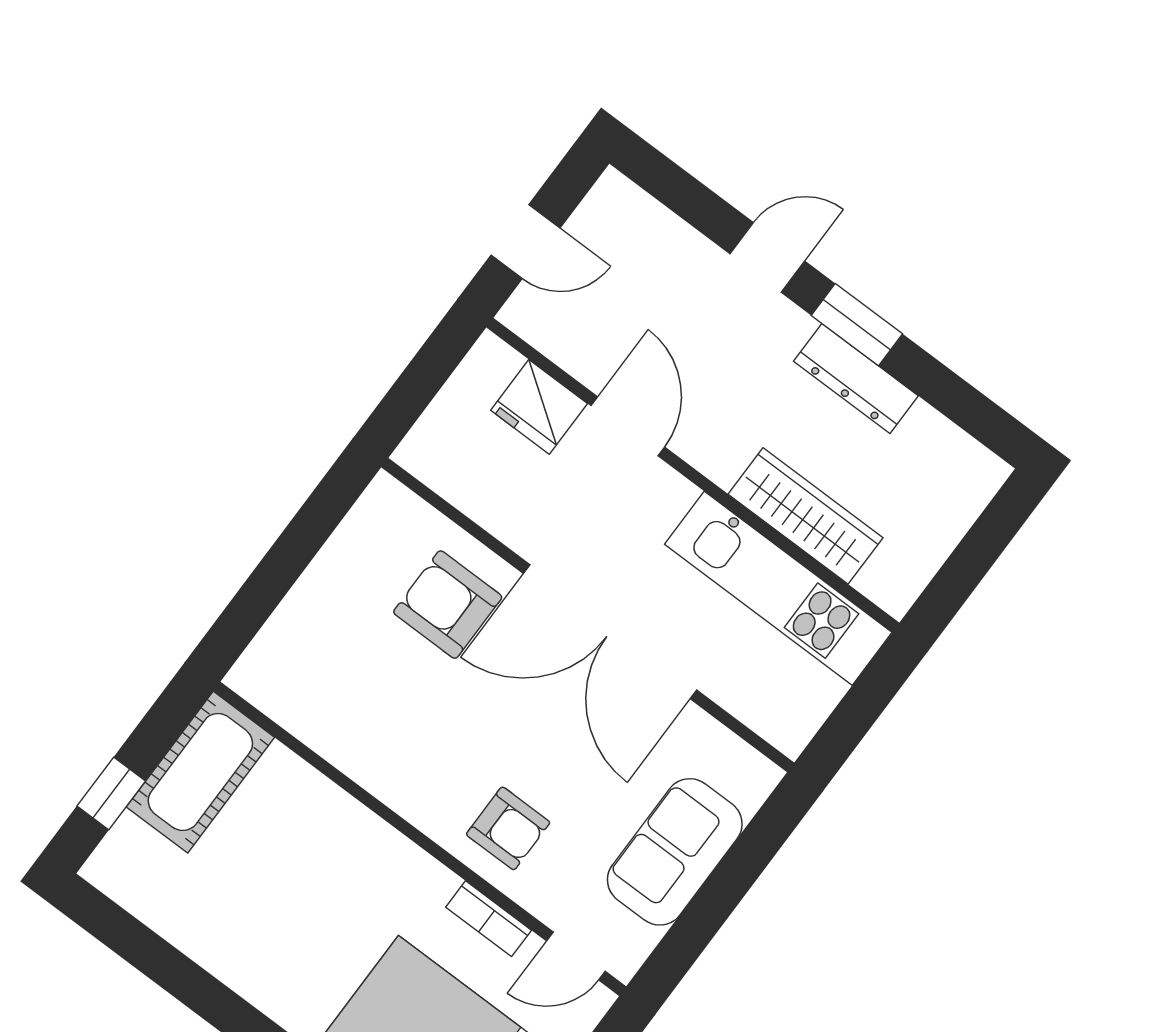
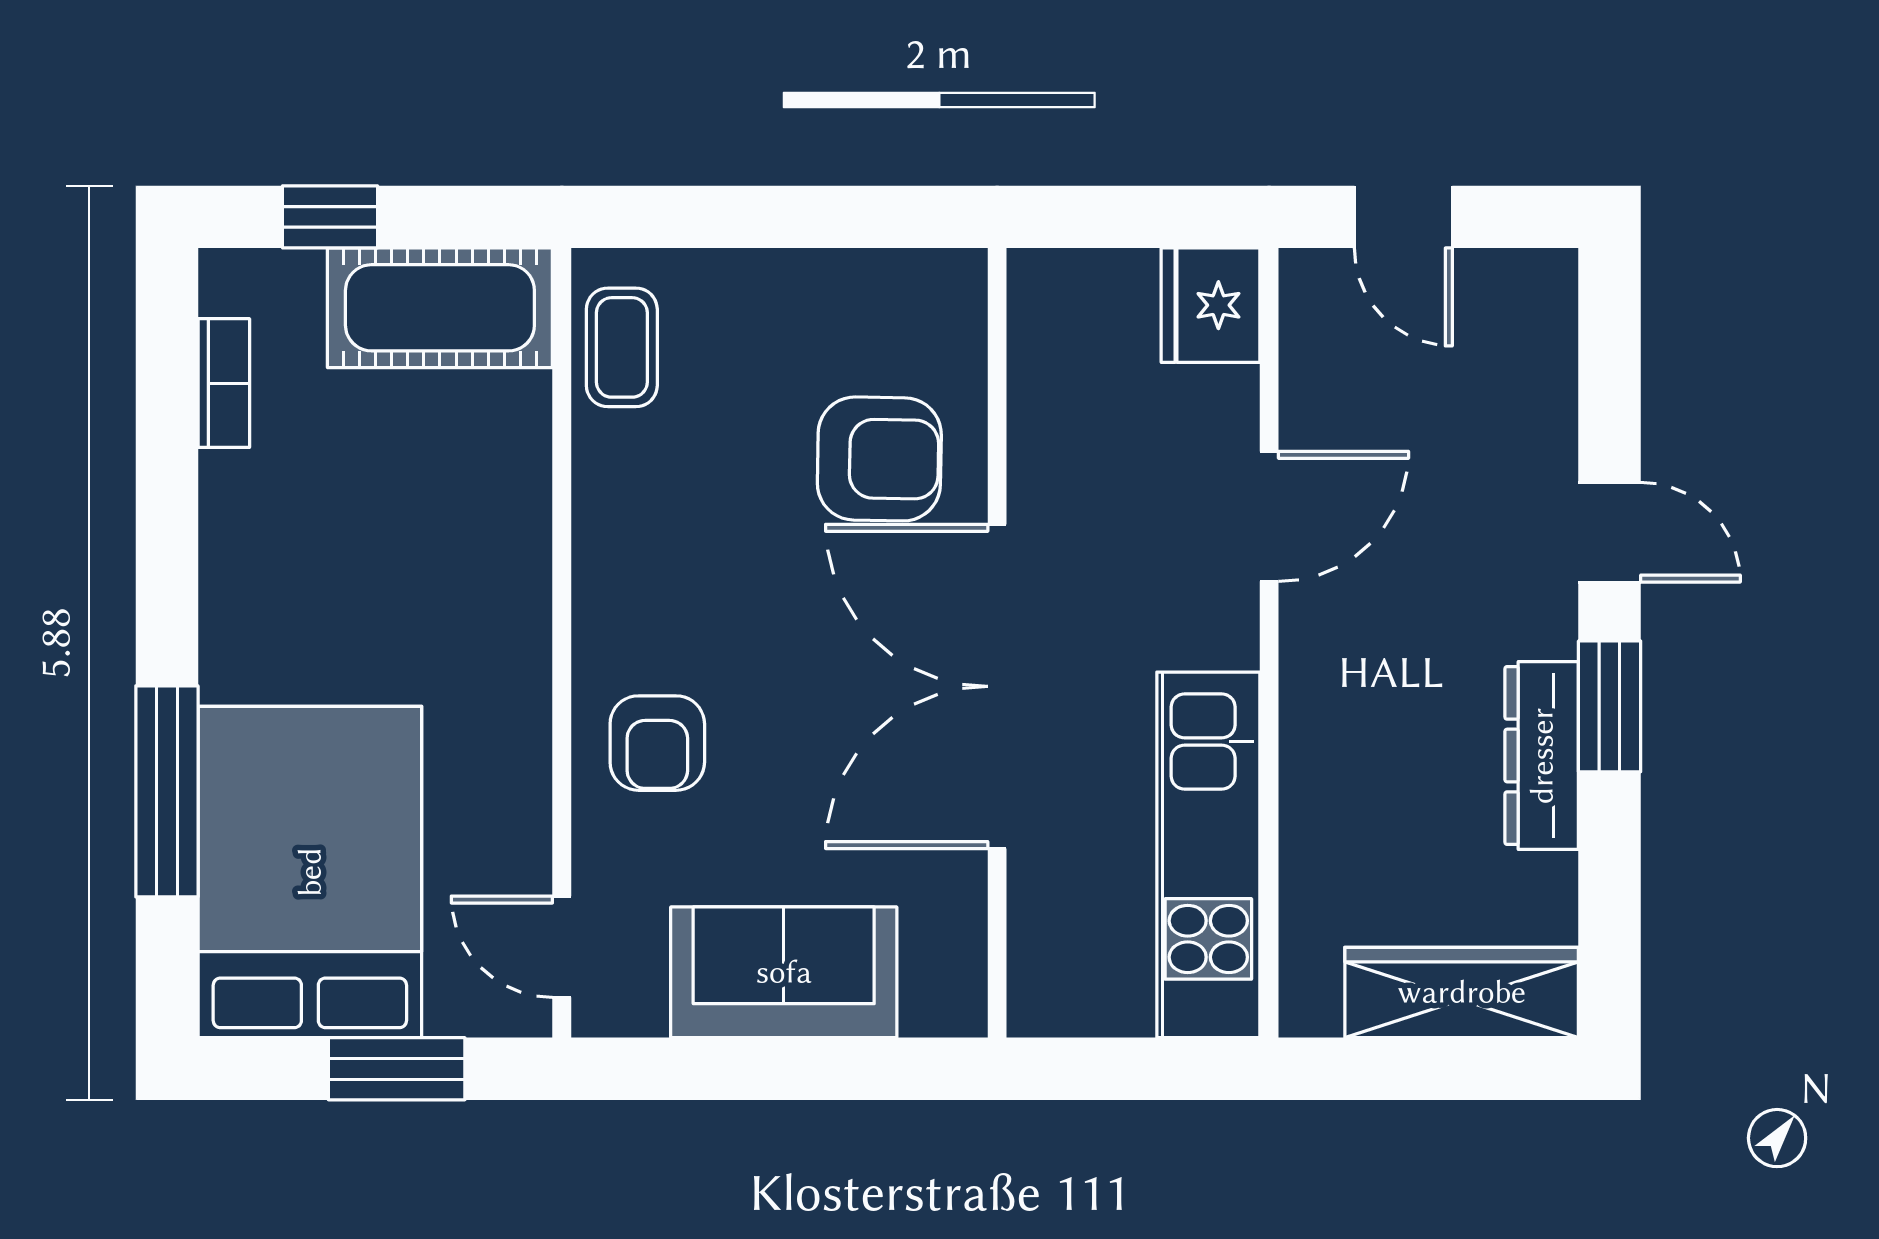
fridge: (539, 407) -> (1211, 305), moved
wardrobe: (805, 516) -> (1462, 992), moved, turned -90
armchair: (448, 605) -> (879, 459), turned 91
coffee table: (291, 694) -> (622, 347), added
bookcase: (489, 919) -> (224, 383), moved, turned 180

